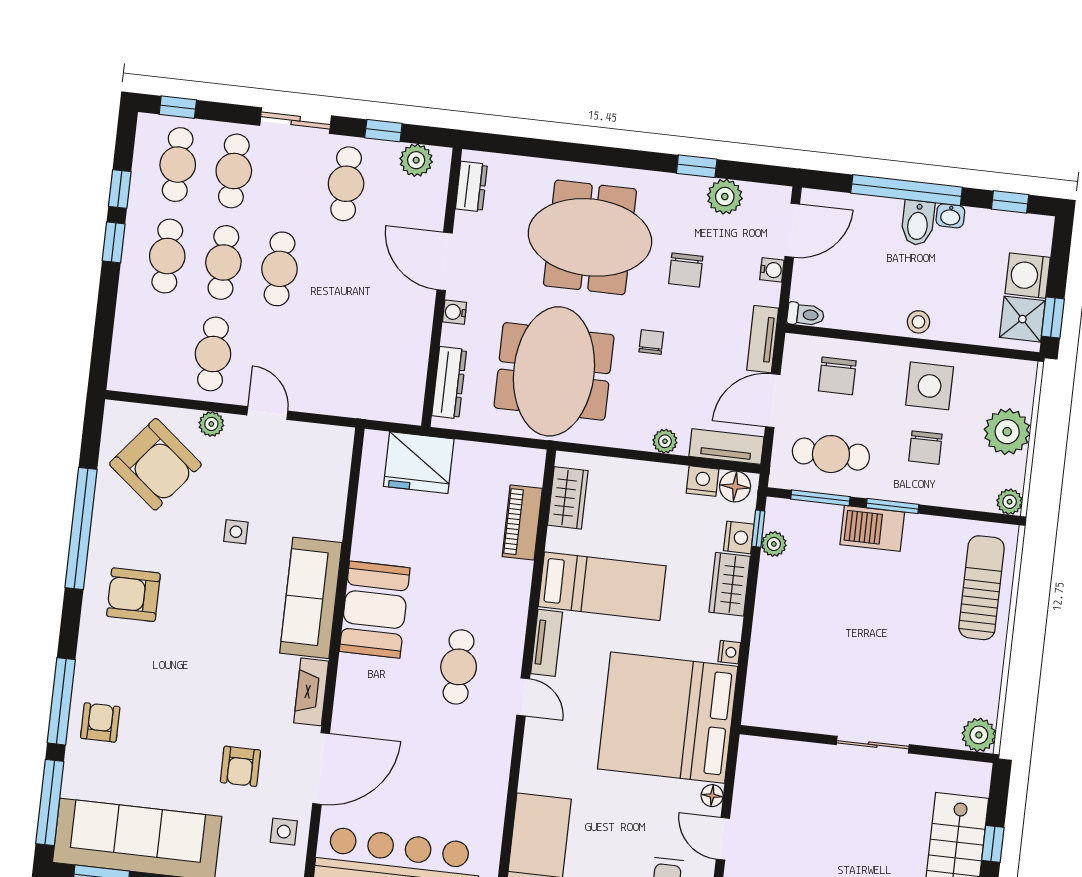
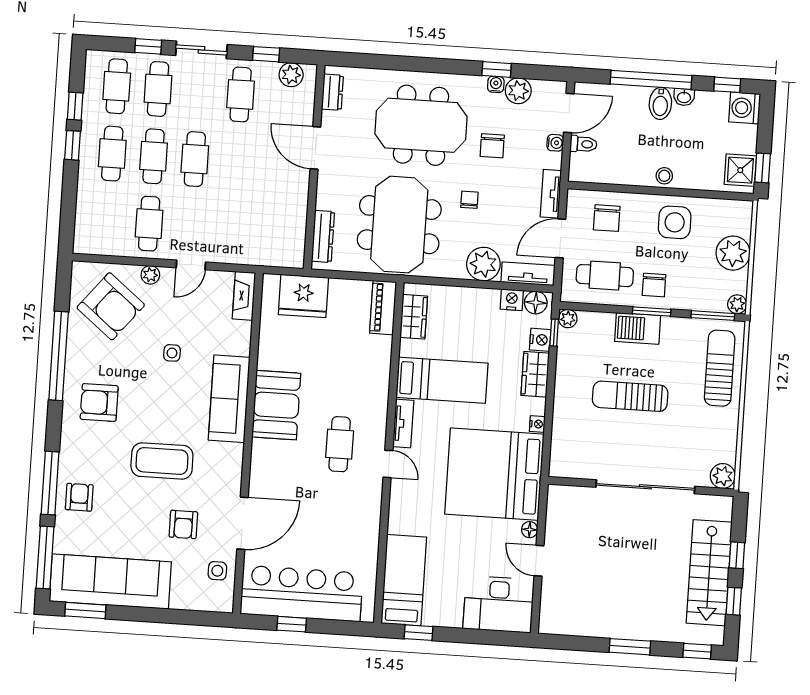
window: (178, 107) -> (148, 46), moved
washing machine: (1028, 276) -> (745, 108), moved
water cooler: (455, 312) -> (496, 84), moved, turned 90
toilet: (806, 314) -> (583, 144), moved
door: (267, 413) -> (191, 265), swing flipped
plant: (665, 441) -> (483, 264), width x1.88, depth x1.88
chair: (925, 448) -> (654, 285), moved
window: (820, 498) -> (713, 316), moved
piano: (522, 522) -> (383, 308), moved
plant: (774, 544) -> (568, 319), moved
sun lounger: (858, 620) -> (630, 396), added
coffee table: (215, 678) -> (162, 461), added
fireplace: (311, 692) -> (244, 296), moved
sliding door: (873, 745) -> (645, 487), width x1.86

